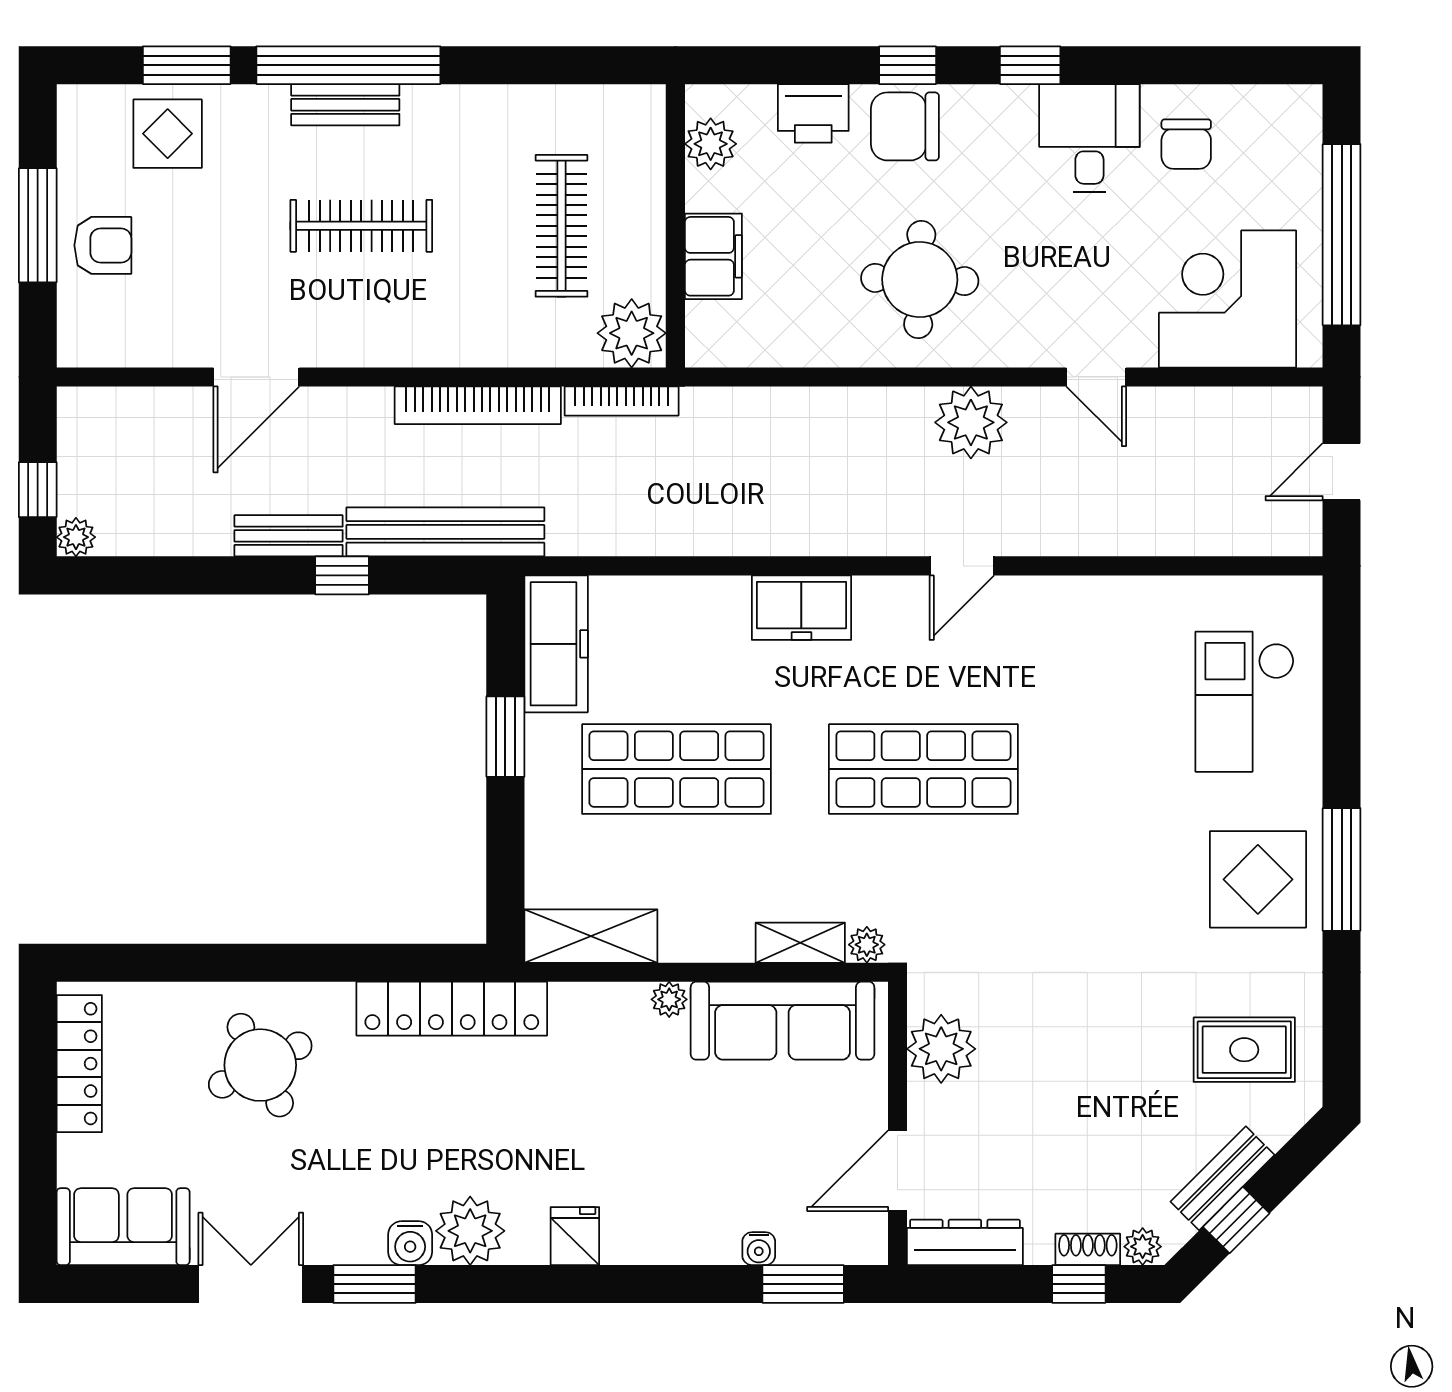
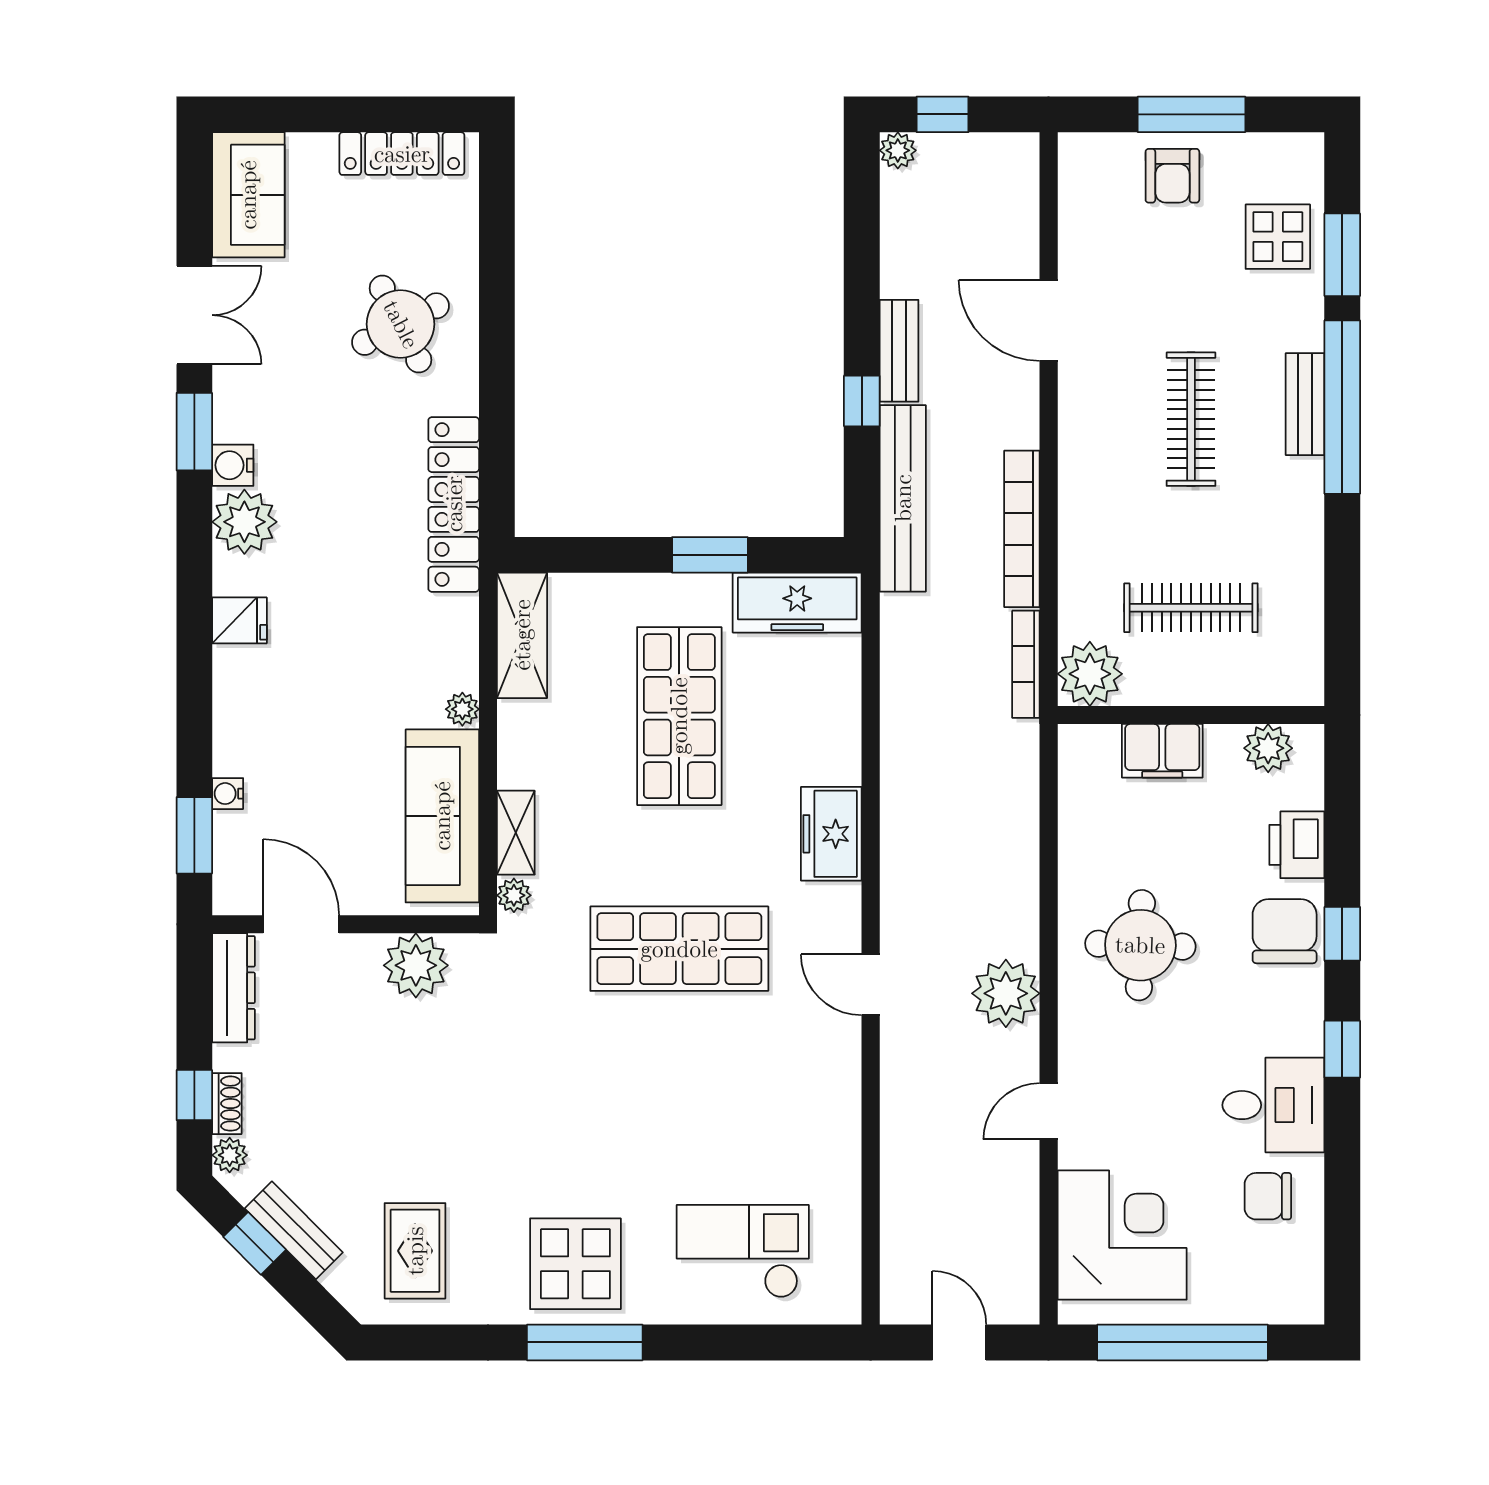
shop shelf: (923, 769) -> (679, 949), turned 90

